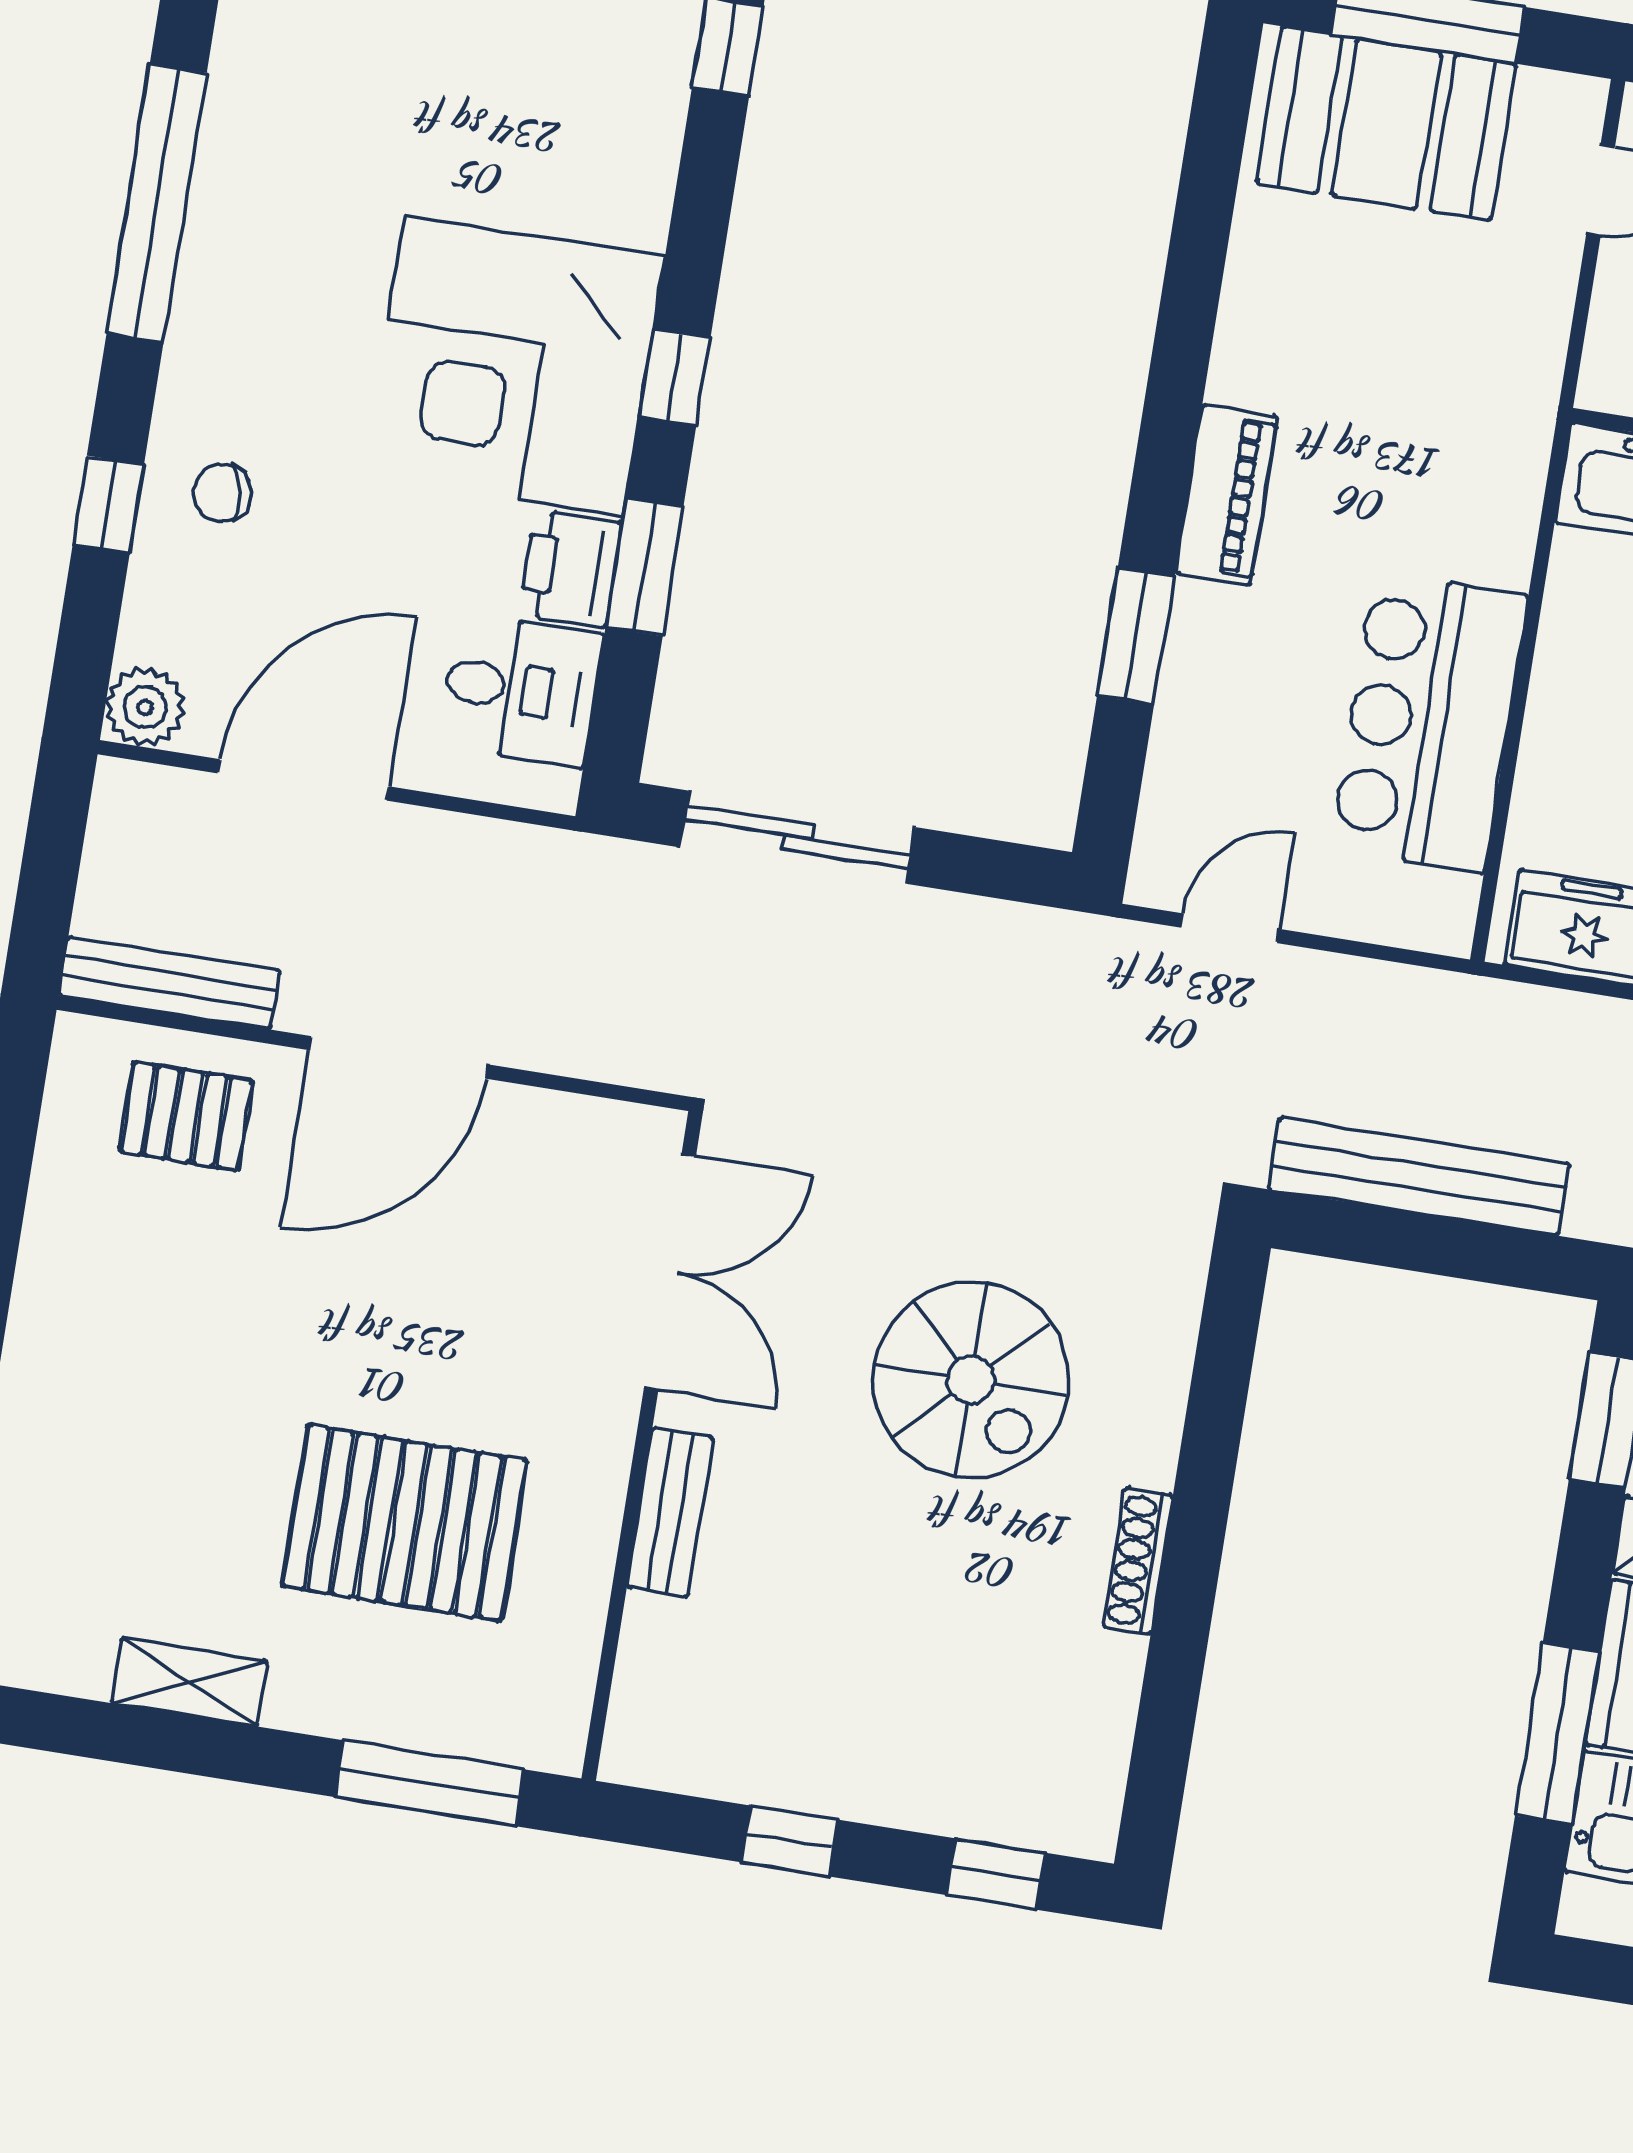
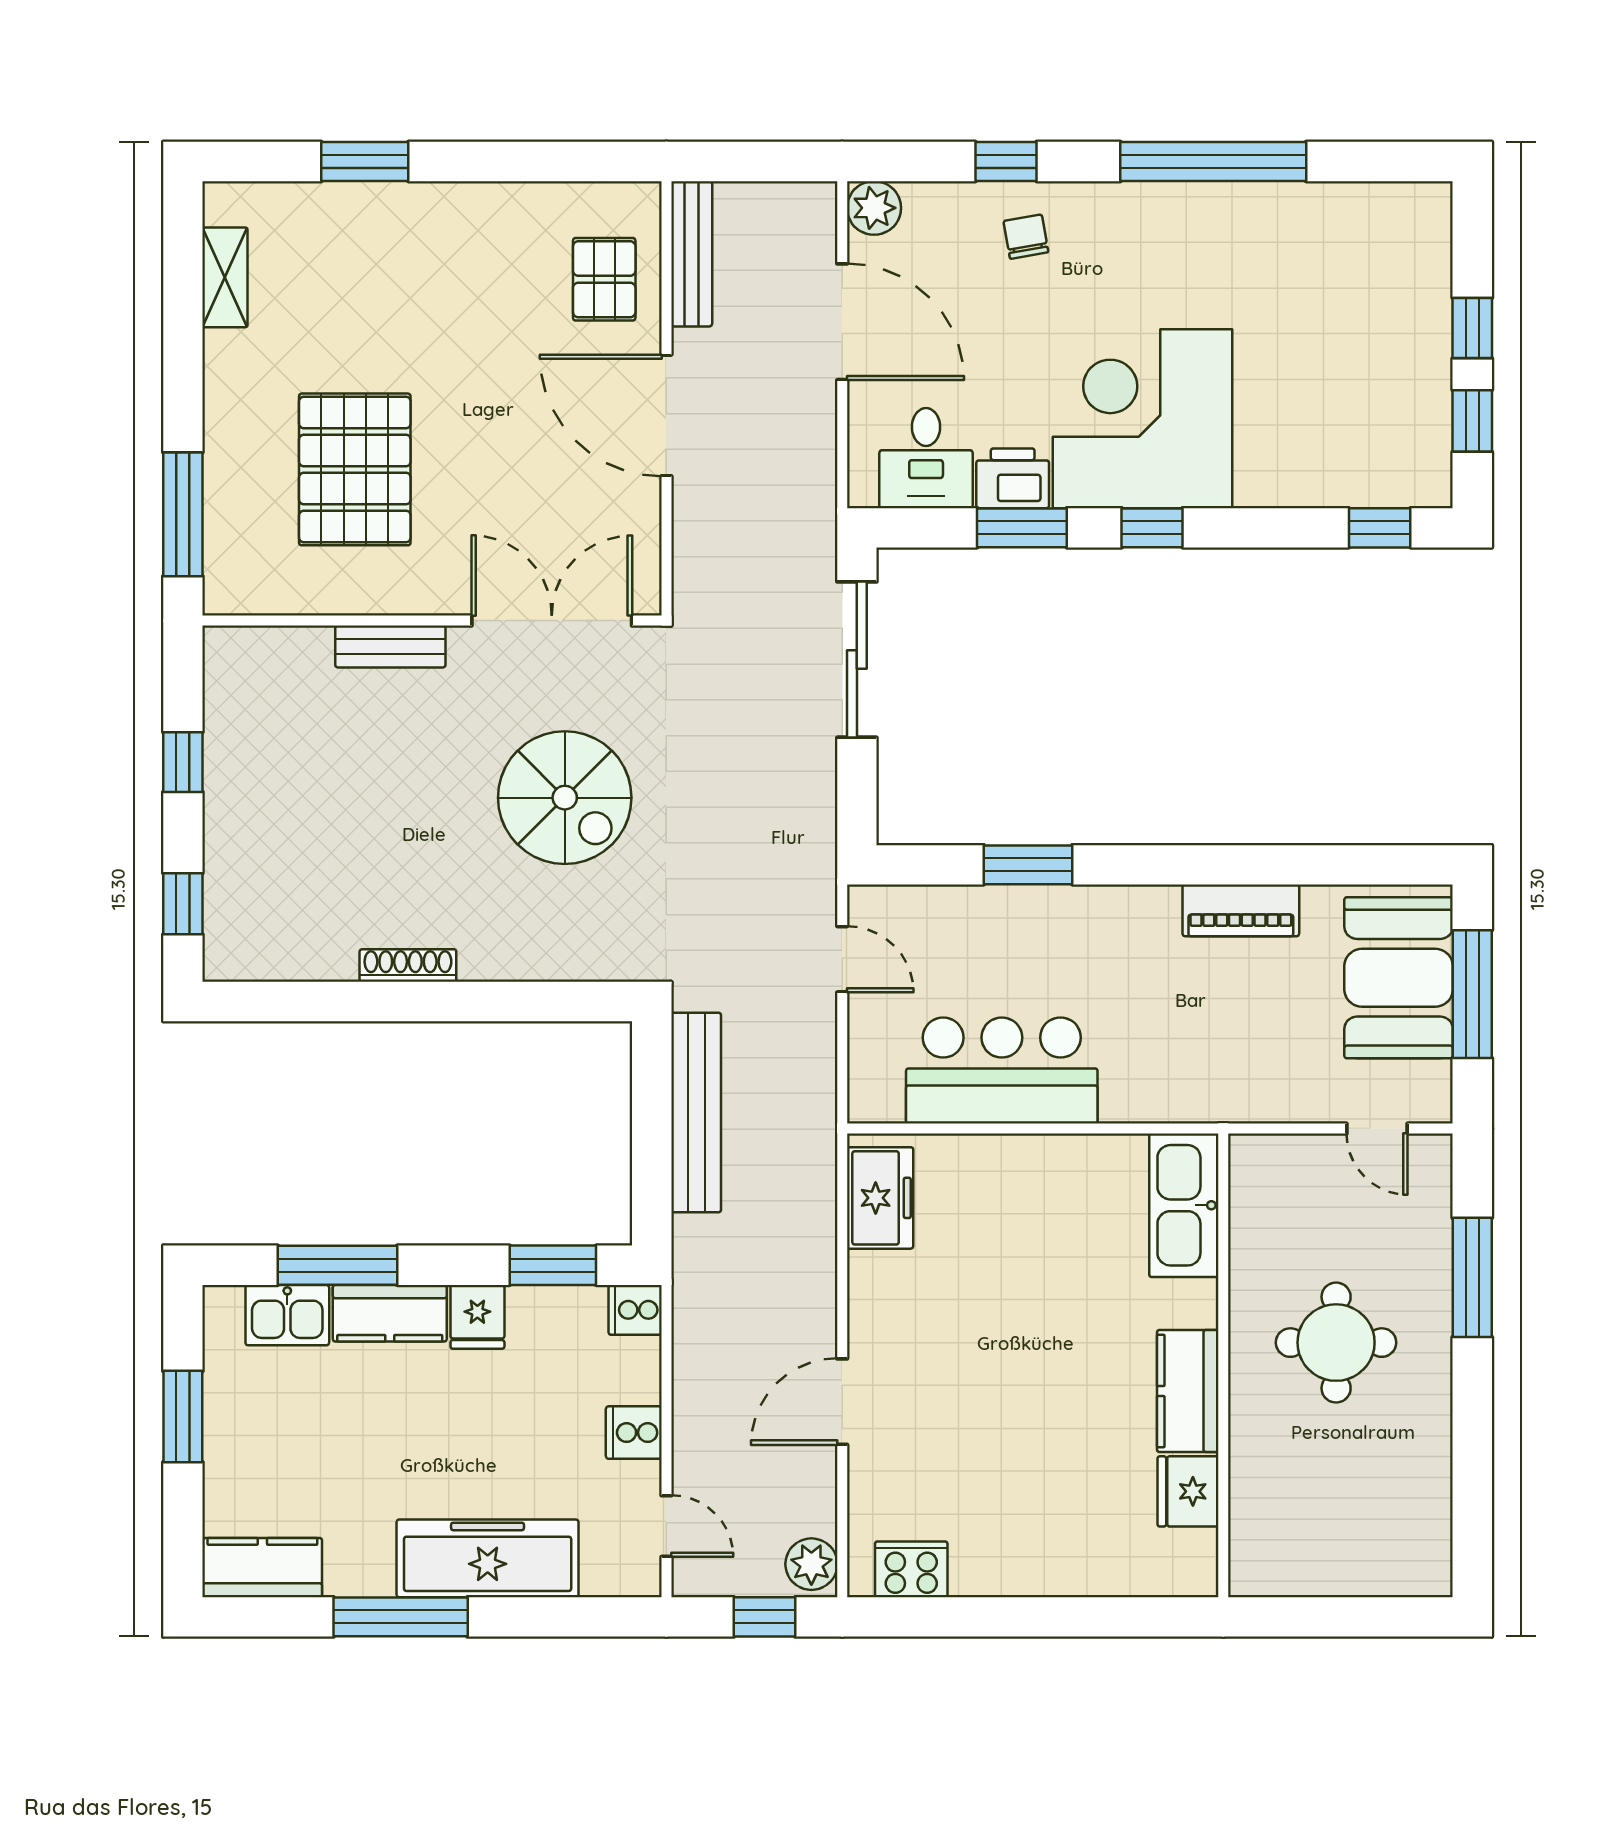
piano: (1226, 495) -> (1241, 910), moved
double door: (670, 1272) -> (552, 621), swing flipped
spiral stairs: (971, 1380) -> (565, 798), moved, turned -90
shelving: (189, 1682) -> (225, 277), moved

